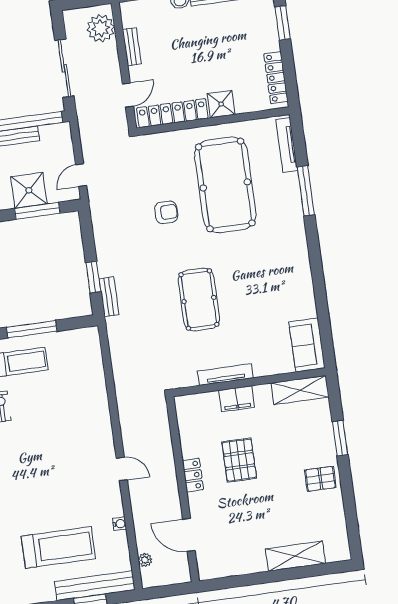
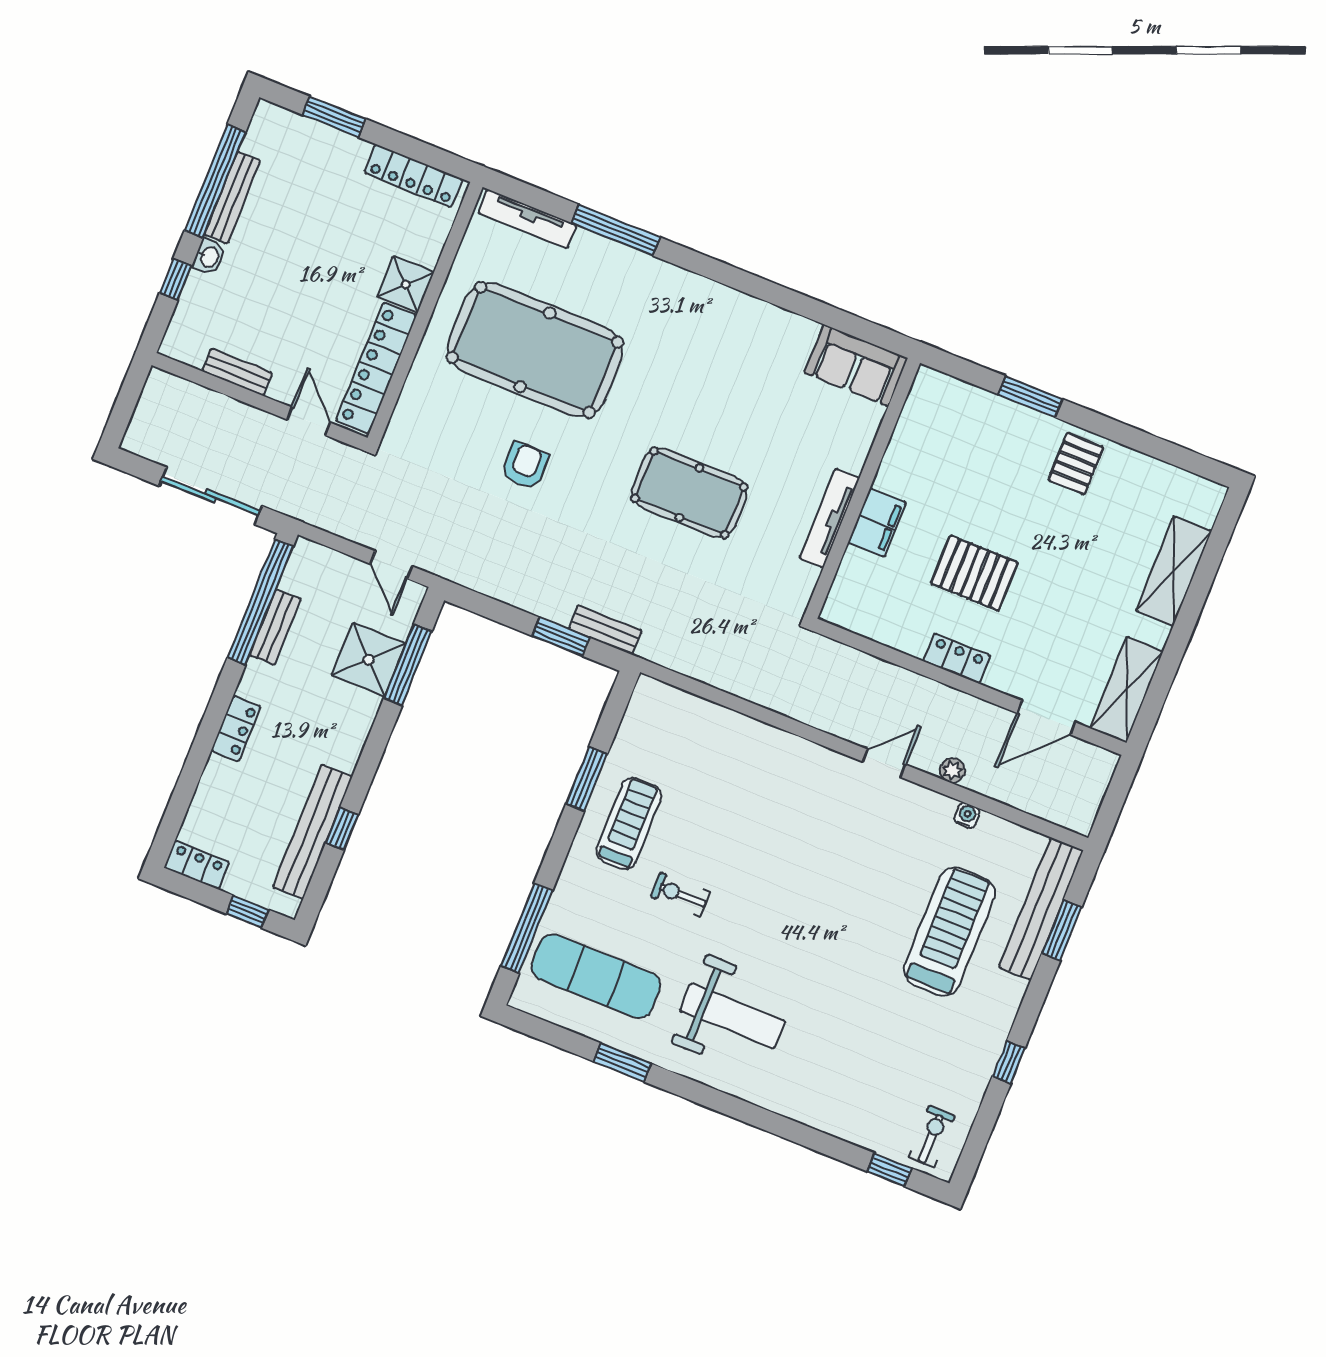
plant: (101, 28) -> (181, 404), removed
window: (32, 329) -> (587, 779), width x0.69
shelving: (300, 390) -> (1127, 690), moved
plant: (145, 560) -> (952, 770), moved

